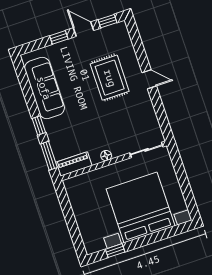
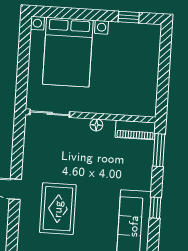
window: (39, 126) -> (155, 208), moved
bed with nightstands: (141, 207) -> (68, 52), width x0.73

